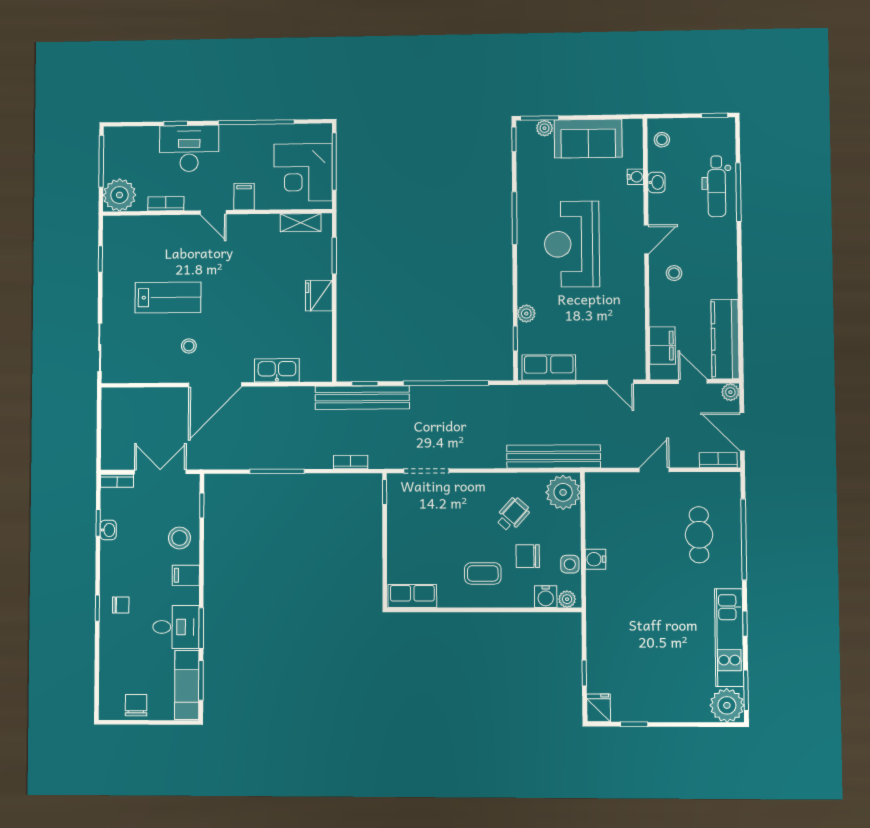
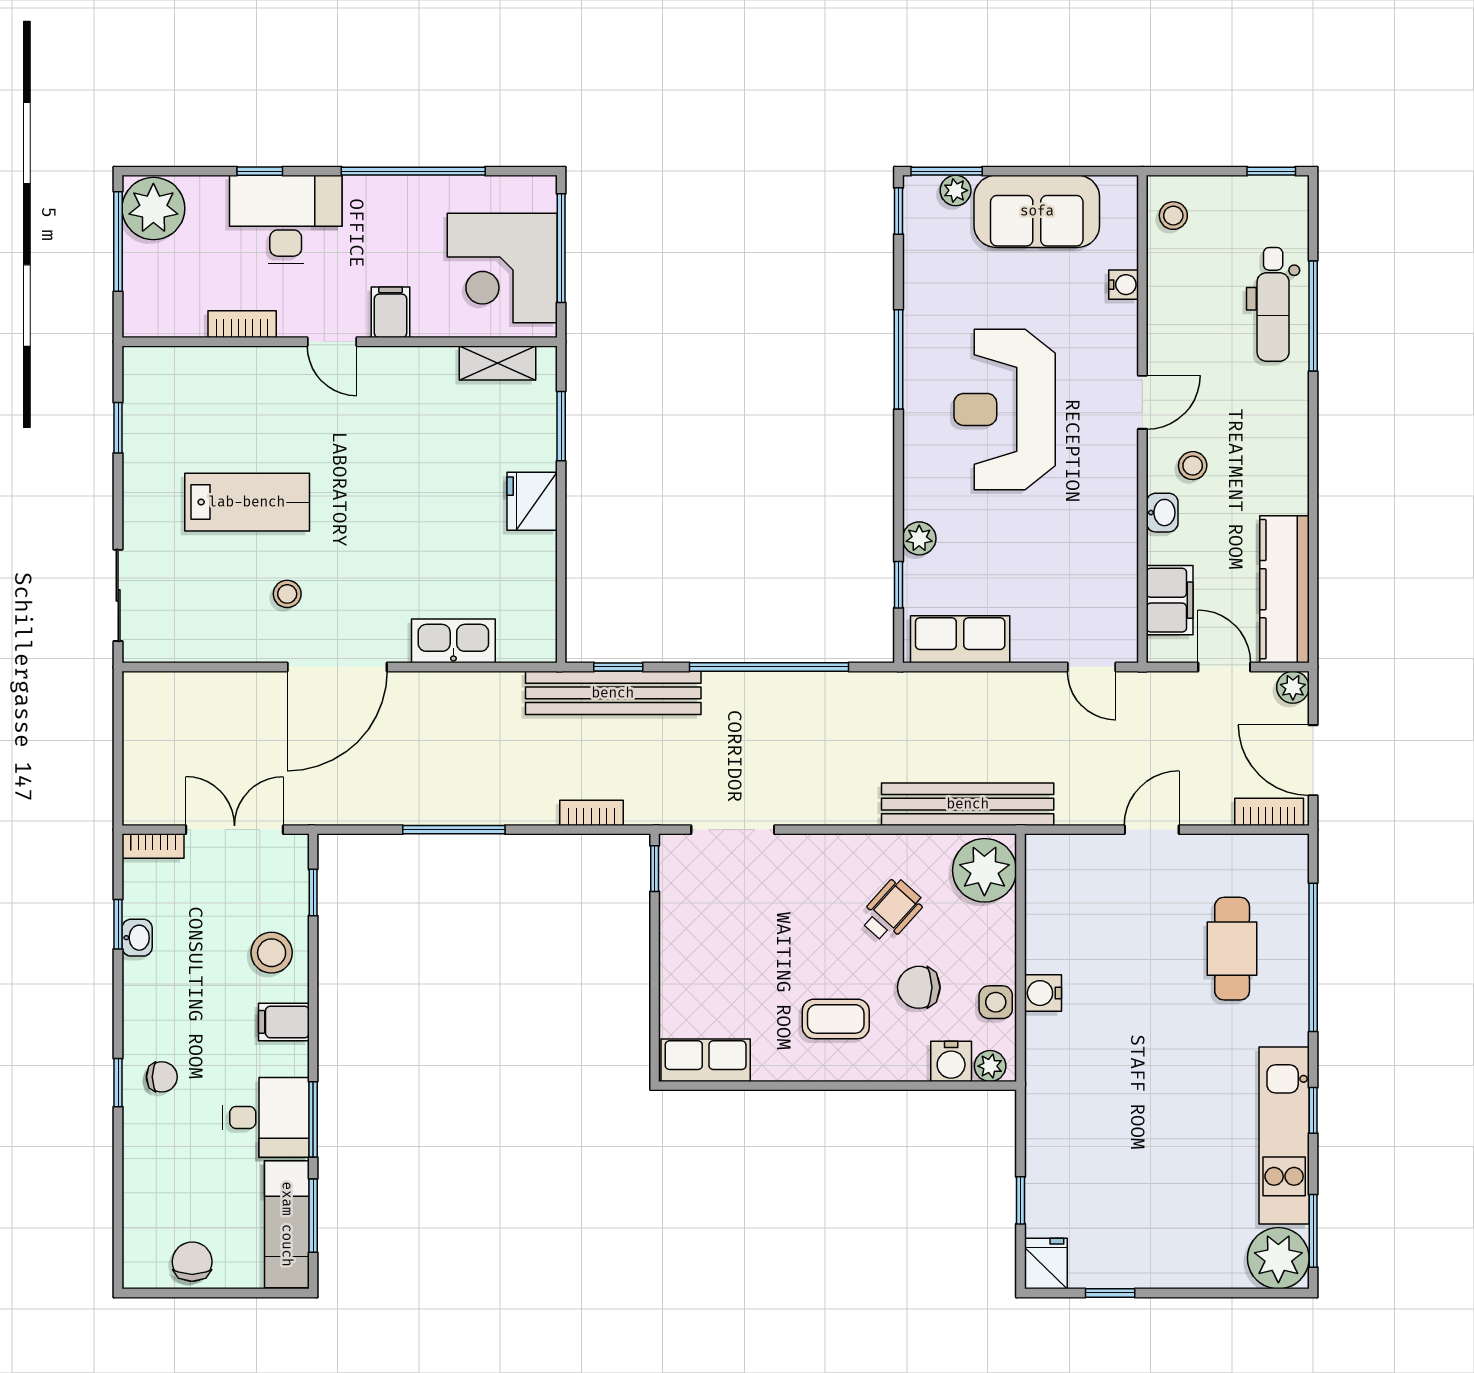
washbasin: (656, 182) -> (1162, 513), moved
plant: (119, 195) -> (153, 209), moved

